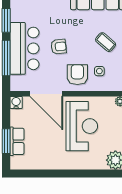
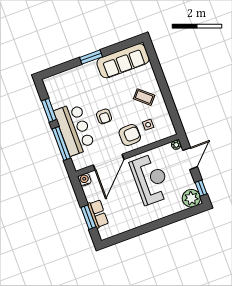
armchair: (59, 47) -> (104, 116), turned 96
armchair: (77, 75) -> (130, 135), turned 88
door: (46, 94) -> (109, 162), hinge flipped

